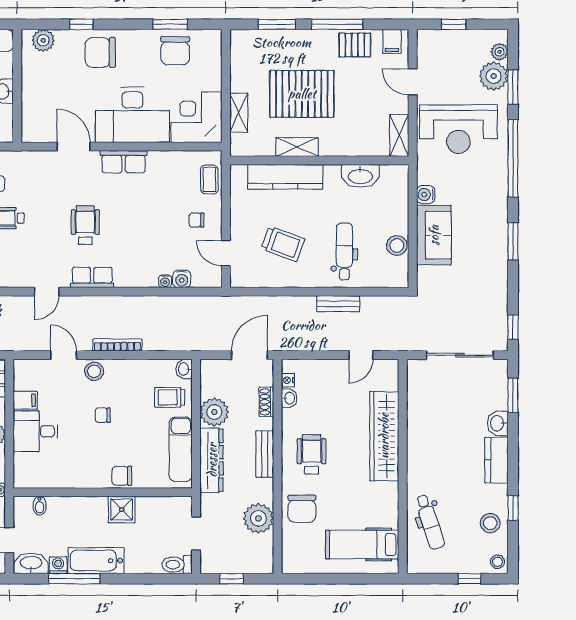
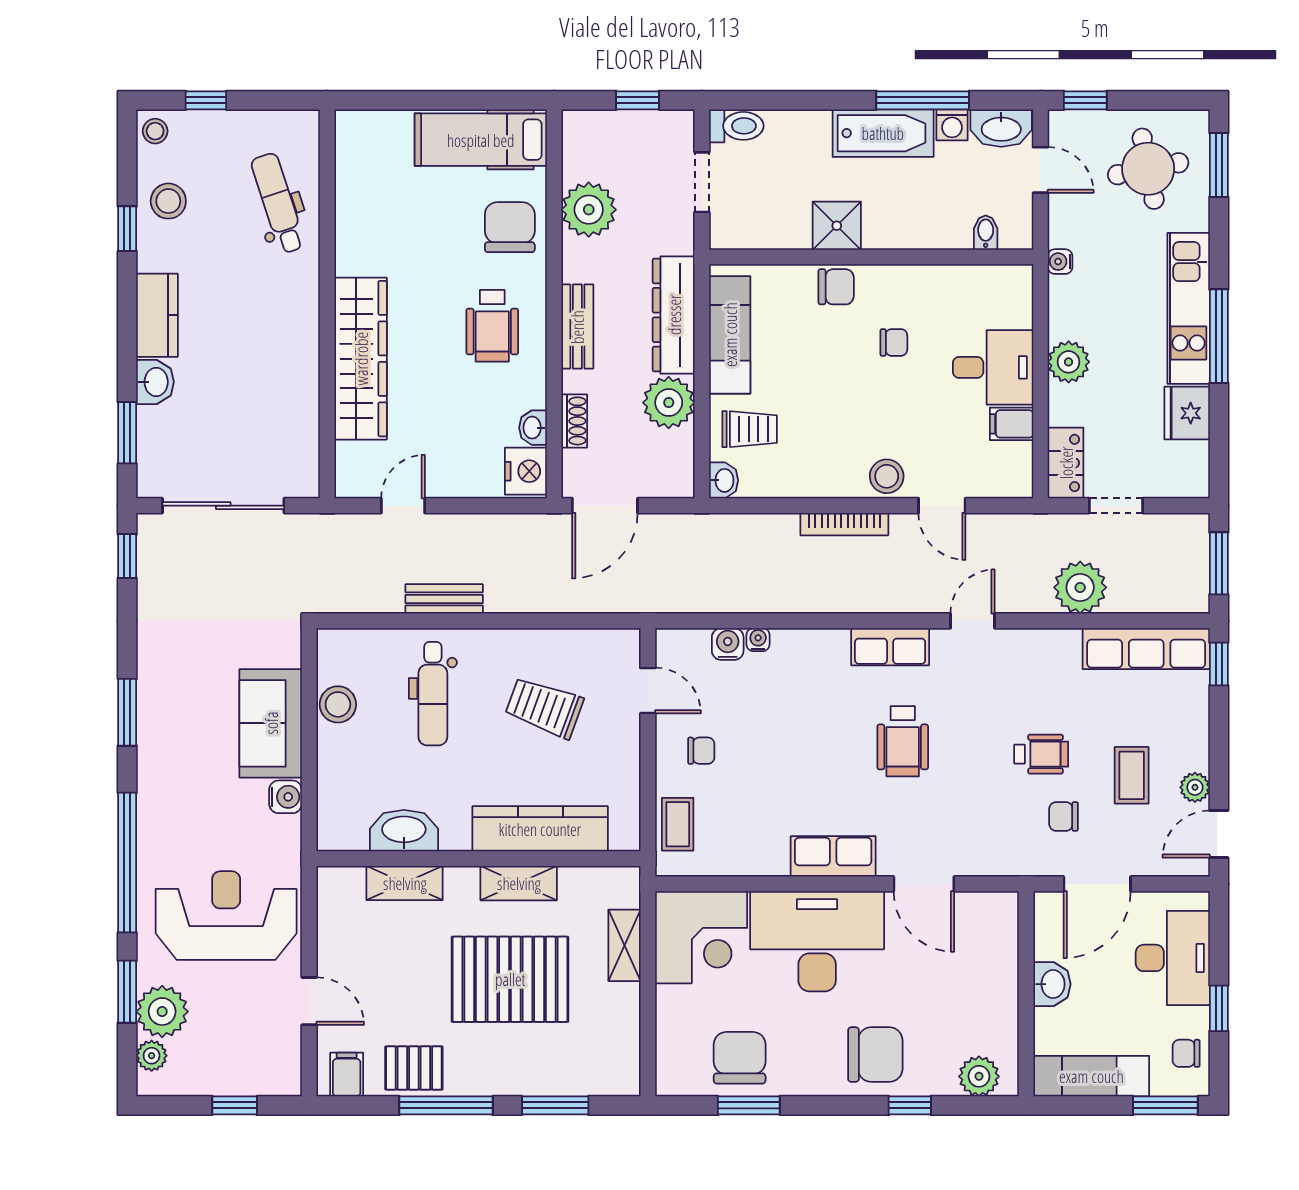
shelving: (399, 135) -> (405, 883), moved, turned 90
nightstand: (288, 380) -> (526, 471), width x1.89, depth x1.79
chair: (103, 415) -> (894, 342), moved
hospital bed: (362, 545) -> (481, 140), moved, turned 180

